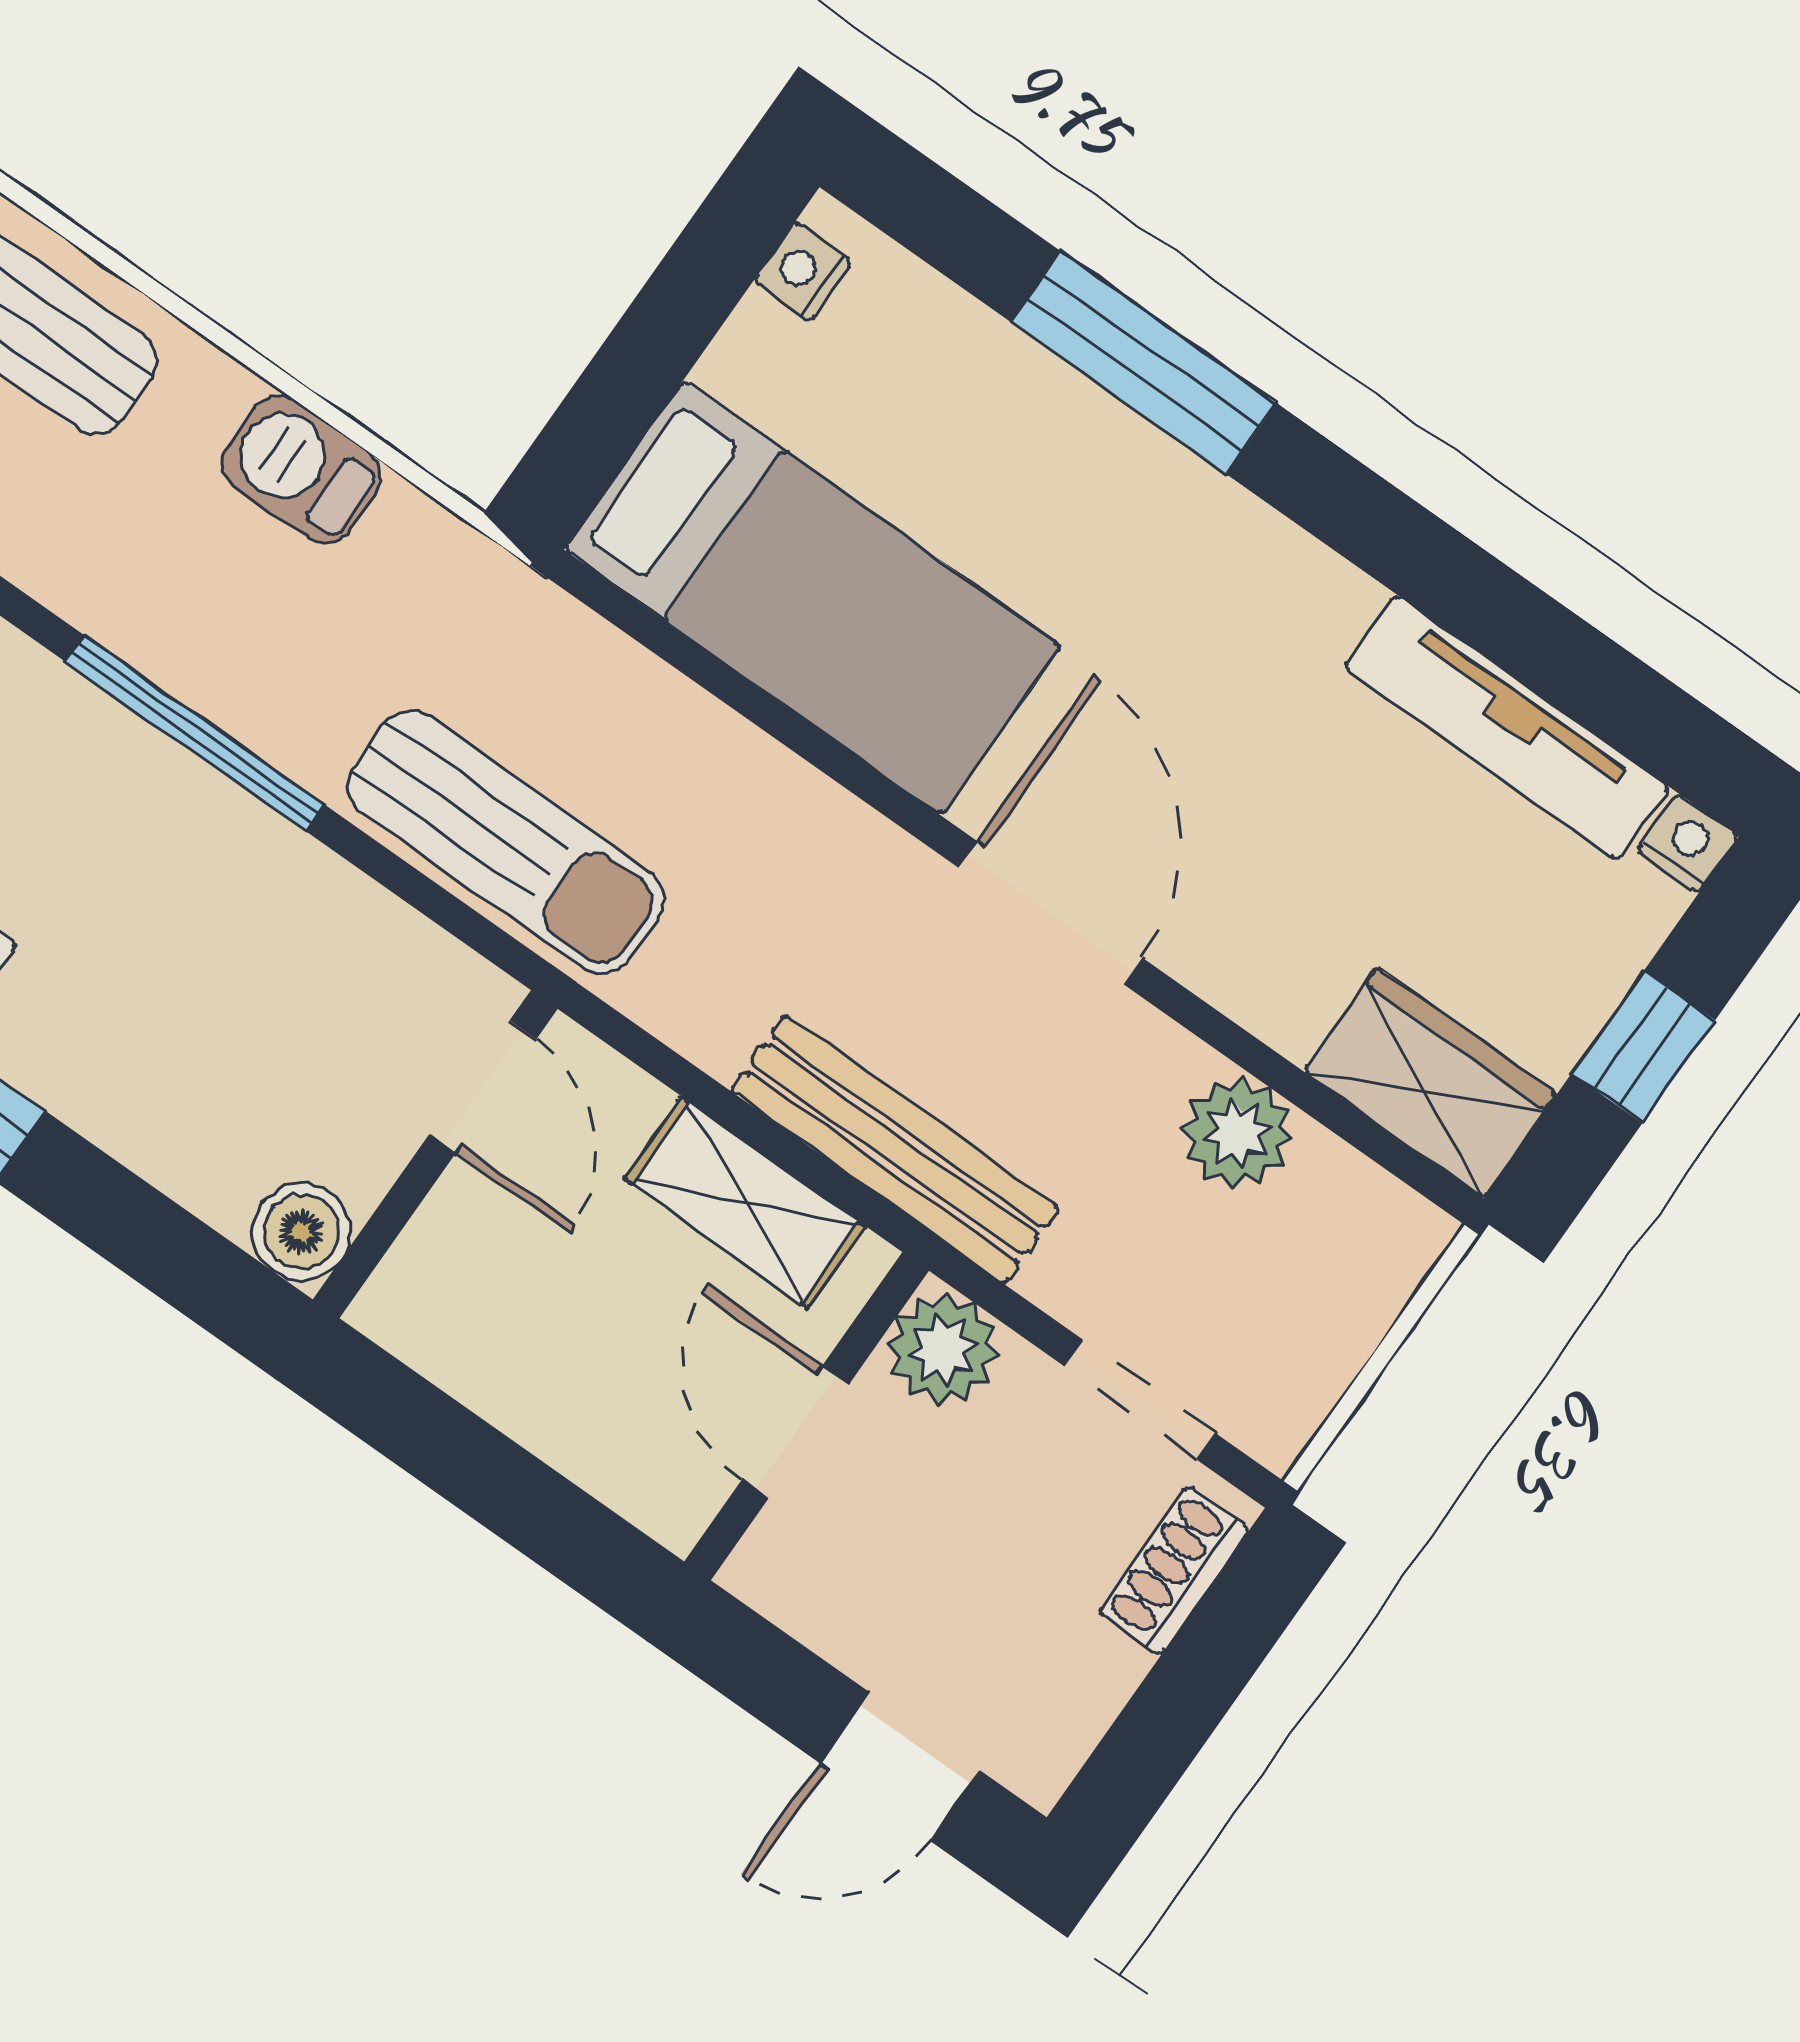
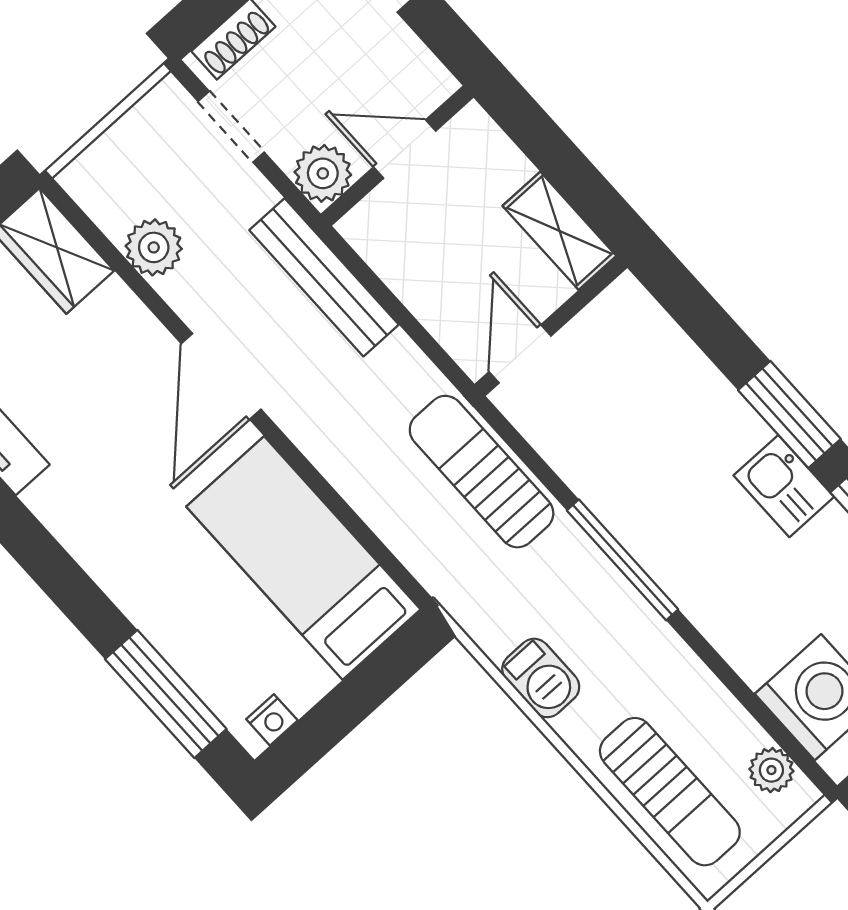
window: (1144, 363) -> (166, 694), moved
shelving: (745, 1203) -> (559, 231), moved
boiler: (301, 1232) -> (626, 303), removed
door: (795, 1432) -> (405, 149), swing flipped

